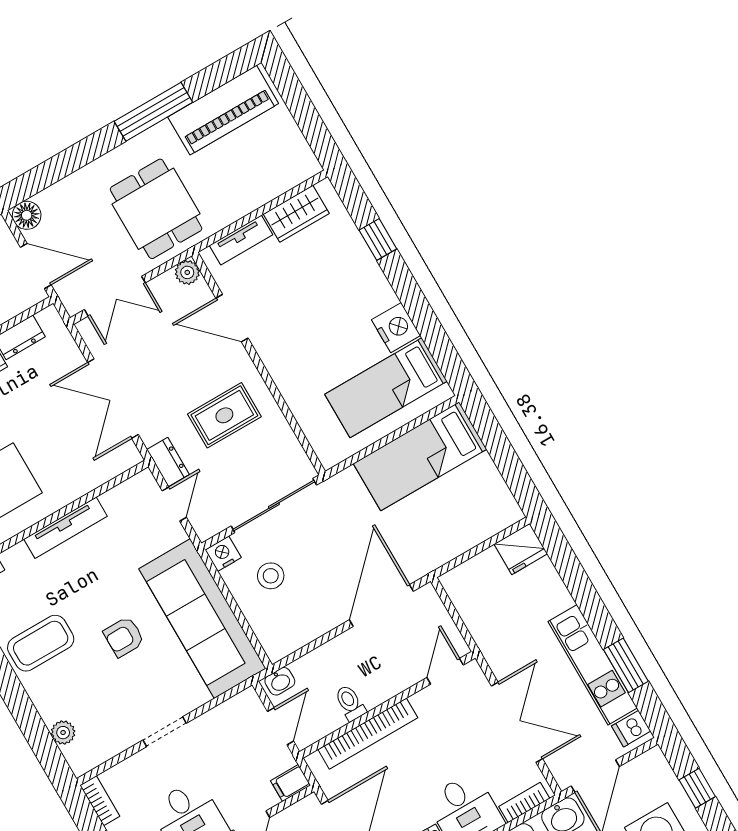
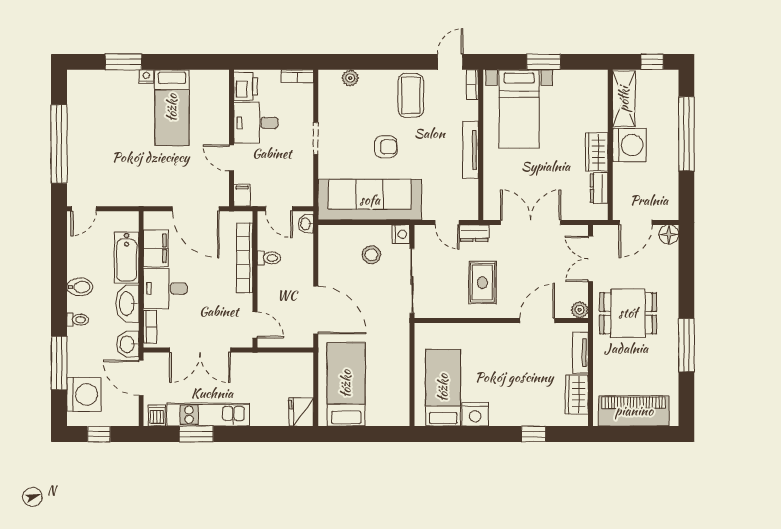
piano: (223, 110) -> (634, 411), moved, turned 90
bed: (420, 456) -> (346, 384), moved
armchair: (124, 637) -> (386, 147), turned 90

